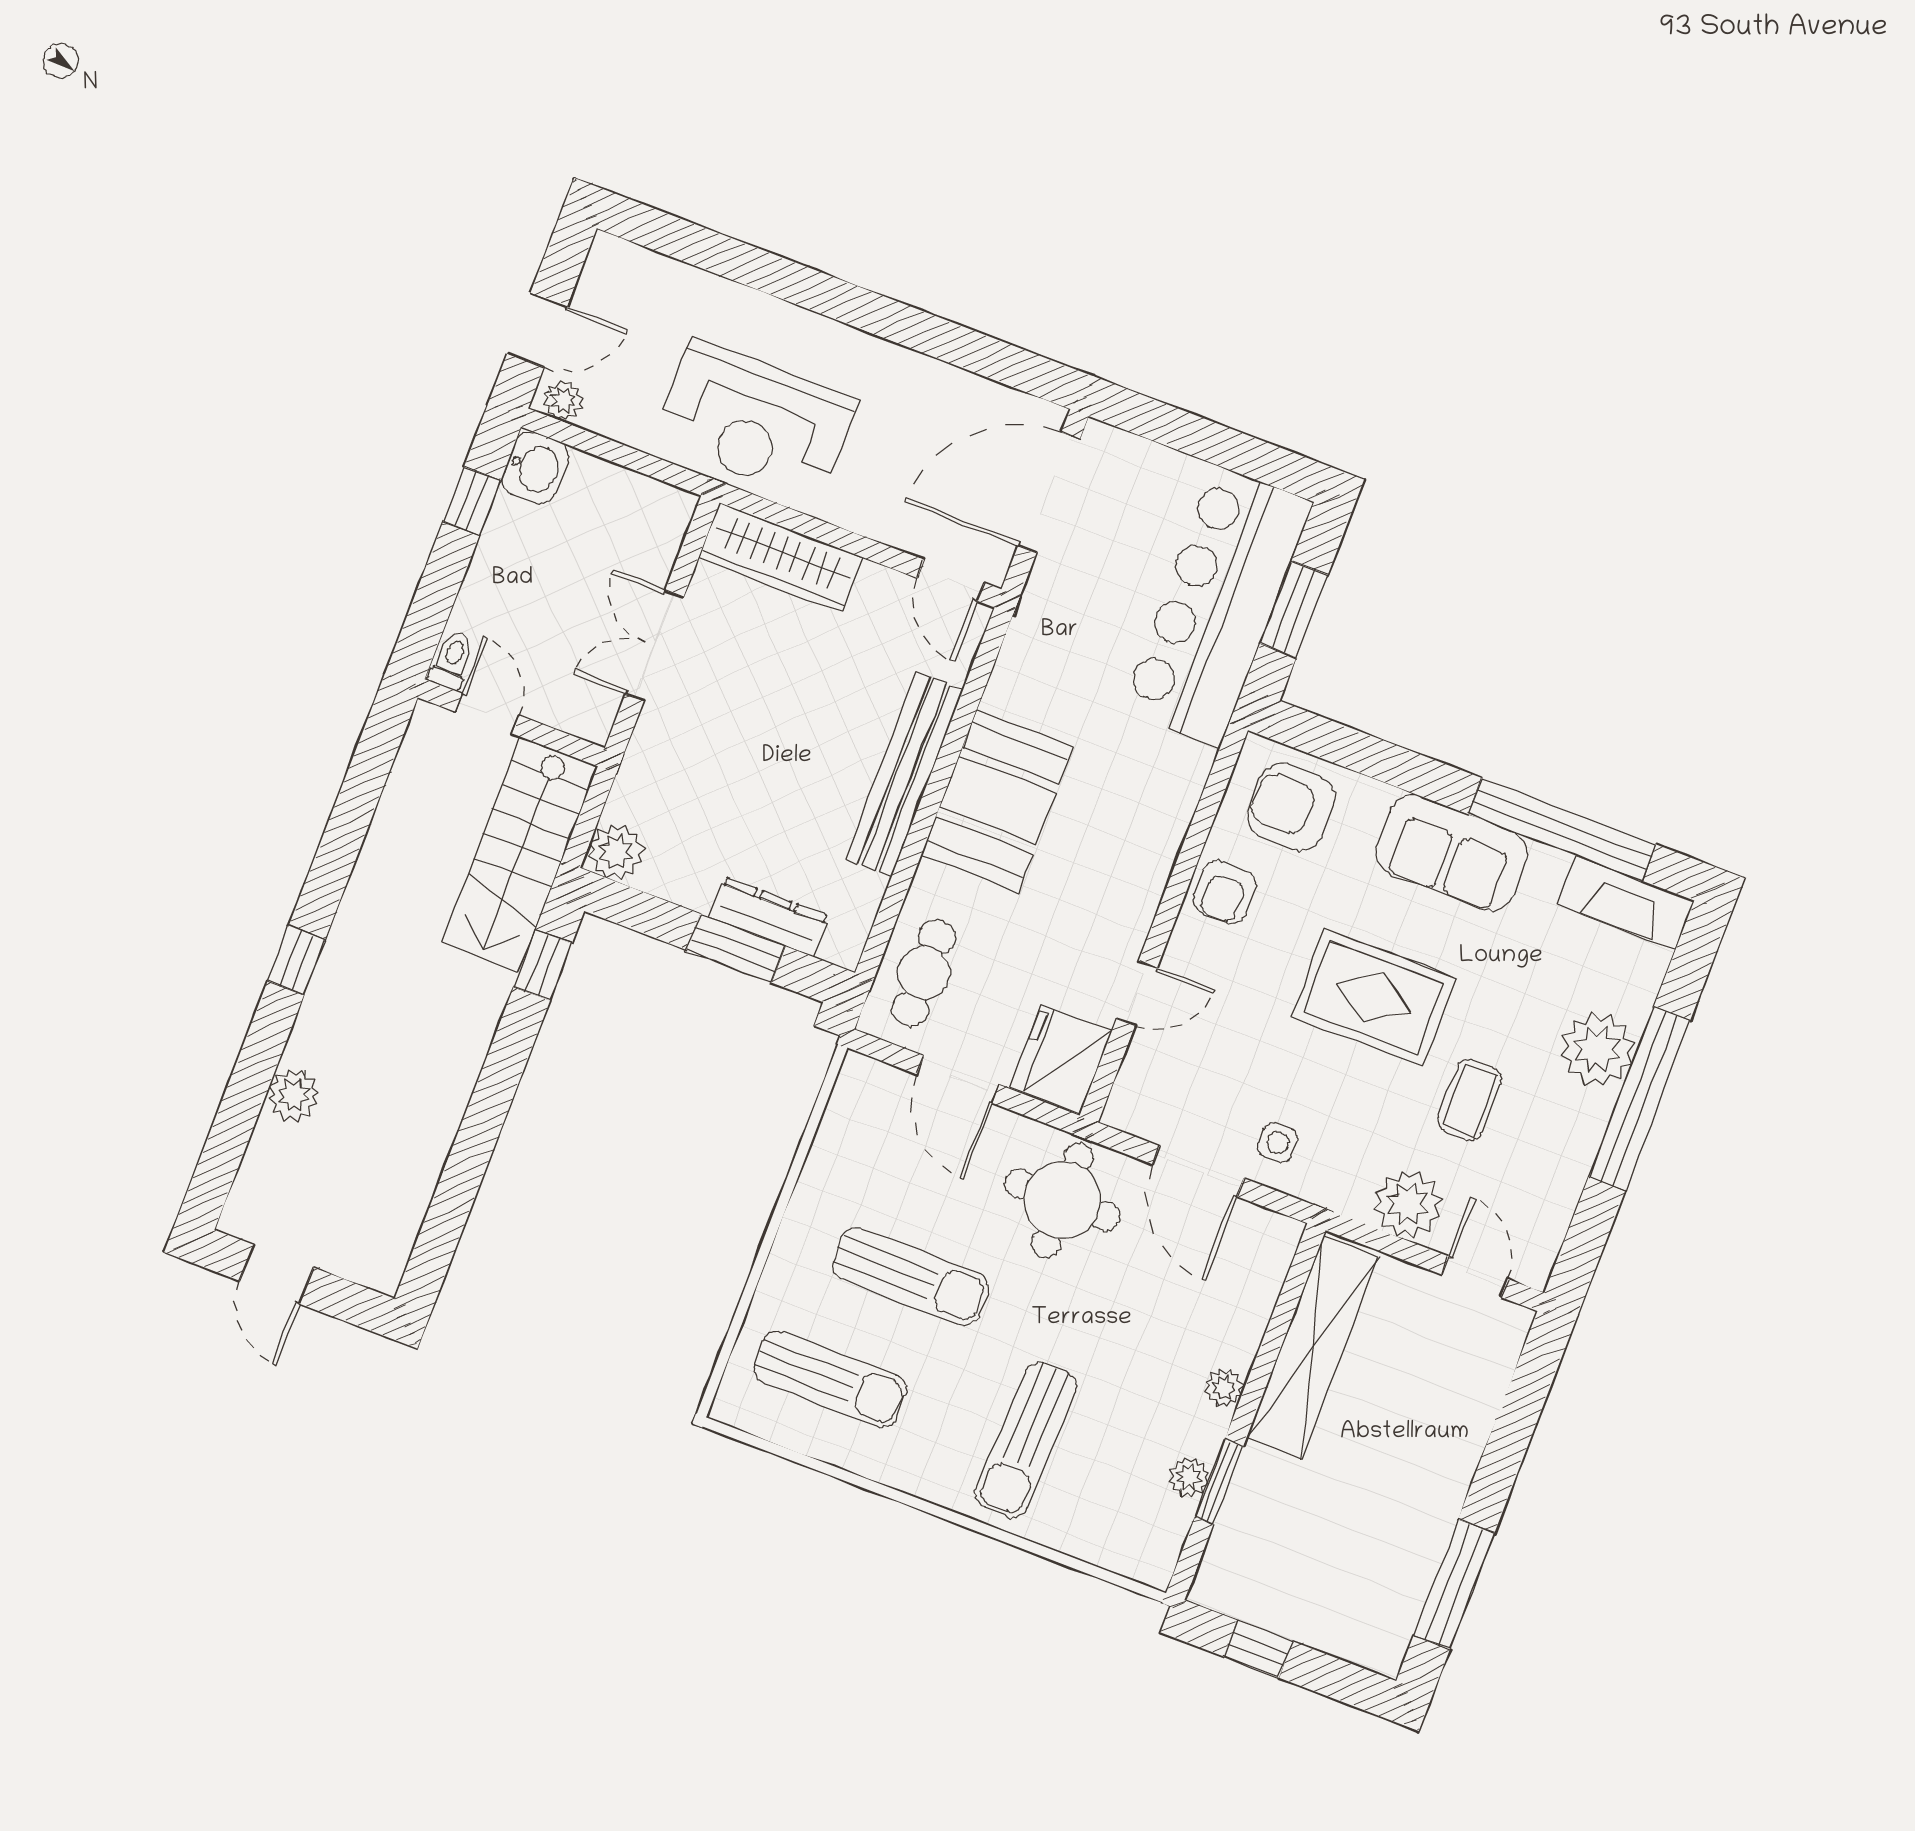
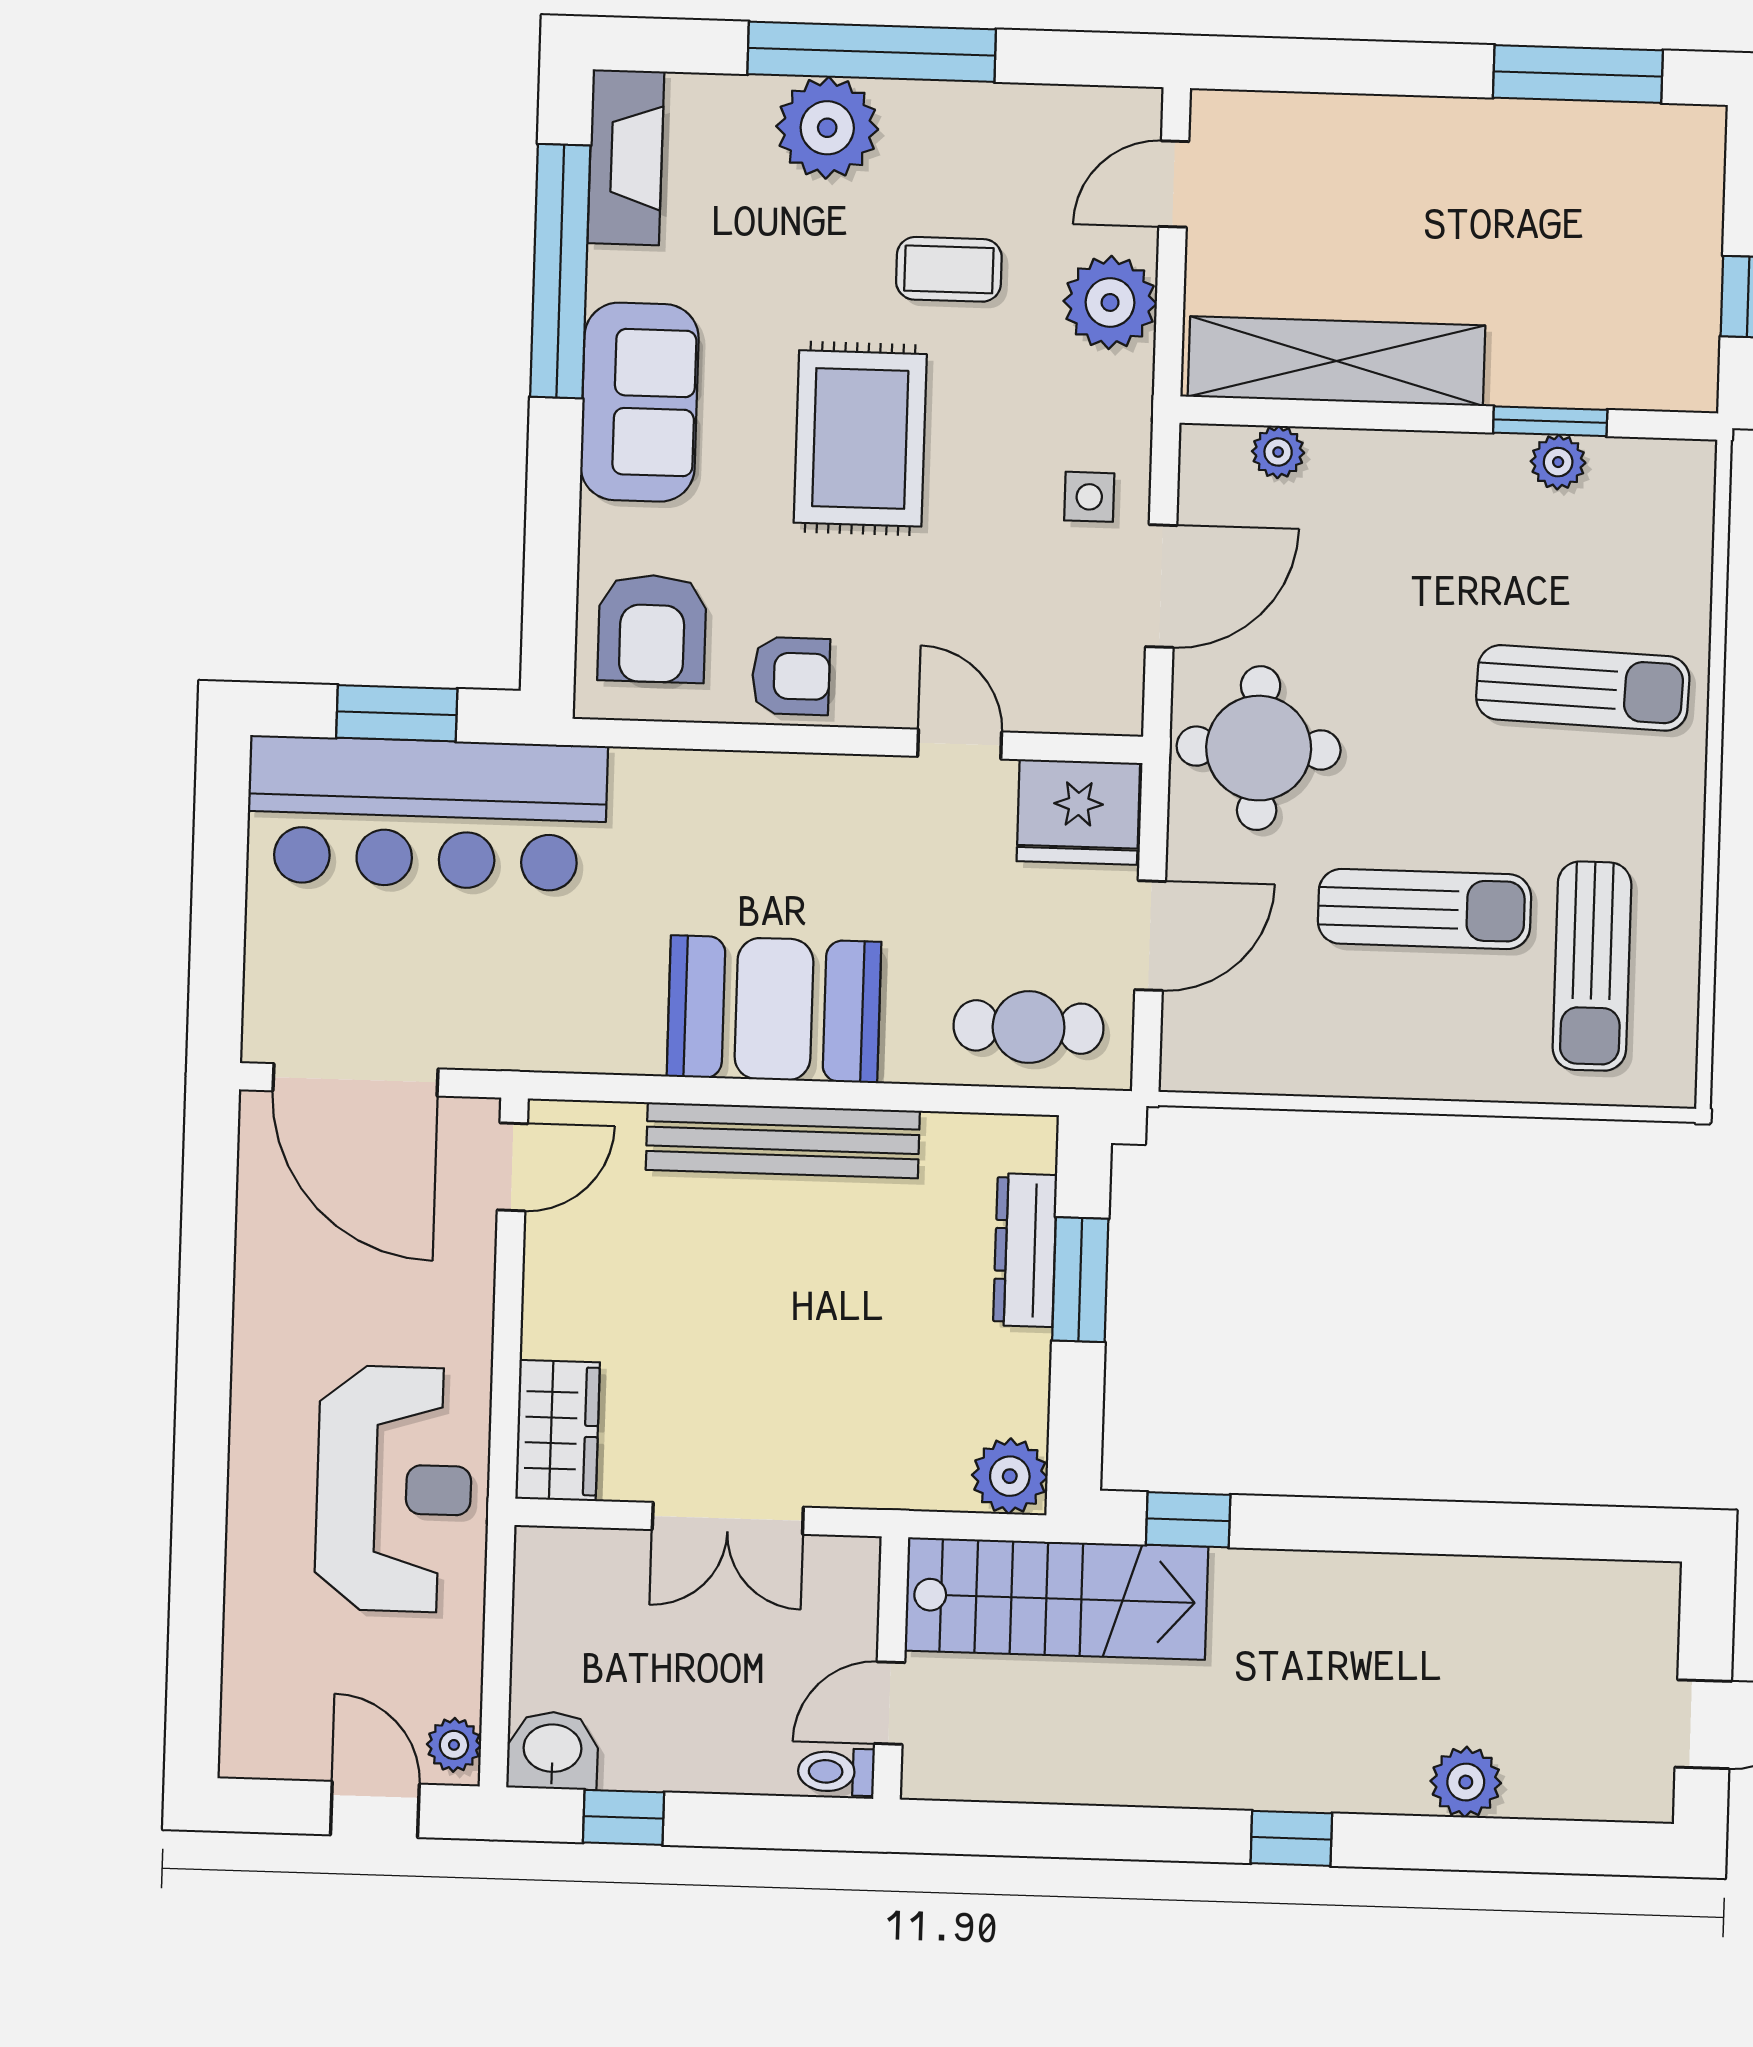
wardrobe: (780, 557) -> (558, 1430), width x0.67
sun lounger: (910, 1277) -> (1424, 909), turned 90
sun lounger: (830, 1379) -> (1592, 966), turned 180
plant: (1224, 1388) -> (1278, 452), moved

